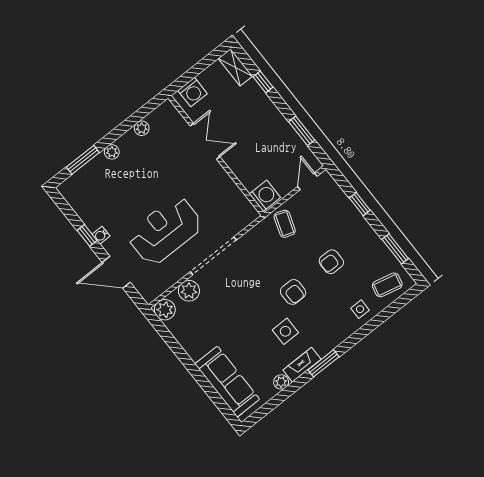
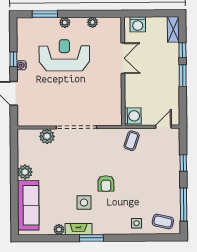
window: (302, 131) -> (183, 76), moved
reception desk: (165, 231) -> (64, 55), moved
window: (395, 249) -> (184, 204), width x1.44
armchair: (331, 262) -> (141, 183), removed
plant: (165, 310) -> (25, 172), moved

